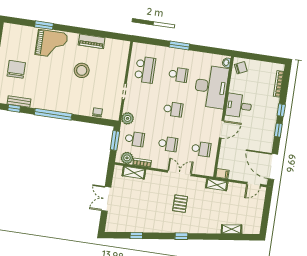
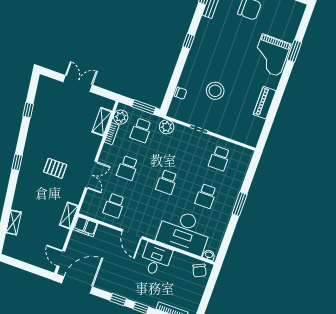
stool: (82, 70) -> (215, 91), moved
school desk: (145, 70) -> (219, 158), width x0.54
window: (53, 114) -> (189, 41), width x0.32
filing cabinet: (222, 174) -> (85, 226), width x2.00

